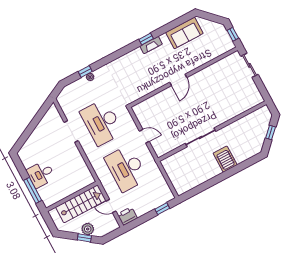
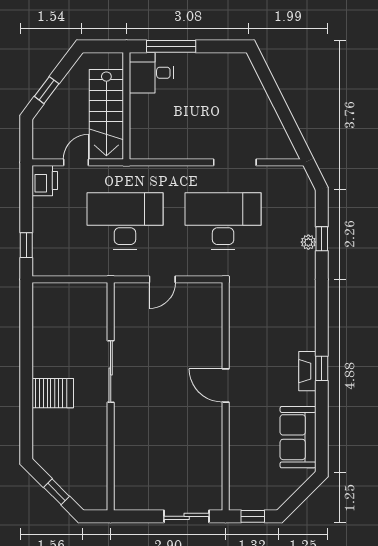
desk: (41, 174) -> (151, 73), moved, turned -90
plant: (88, 229) -> (58, 103), removed

